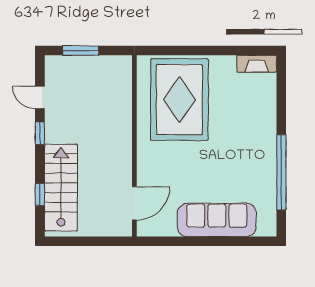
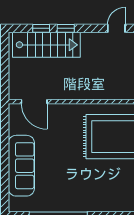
window: (40, 133) -> (66, 28), moved

